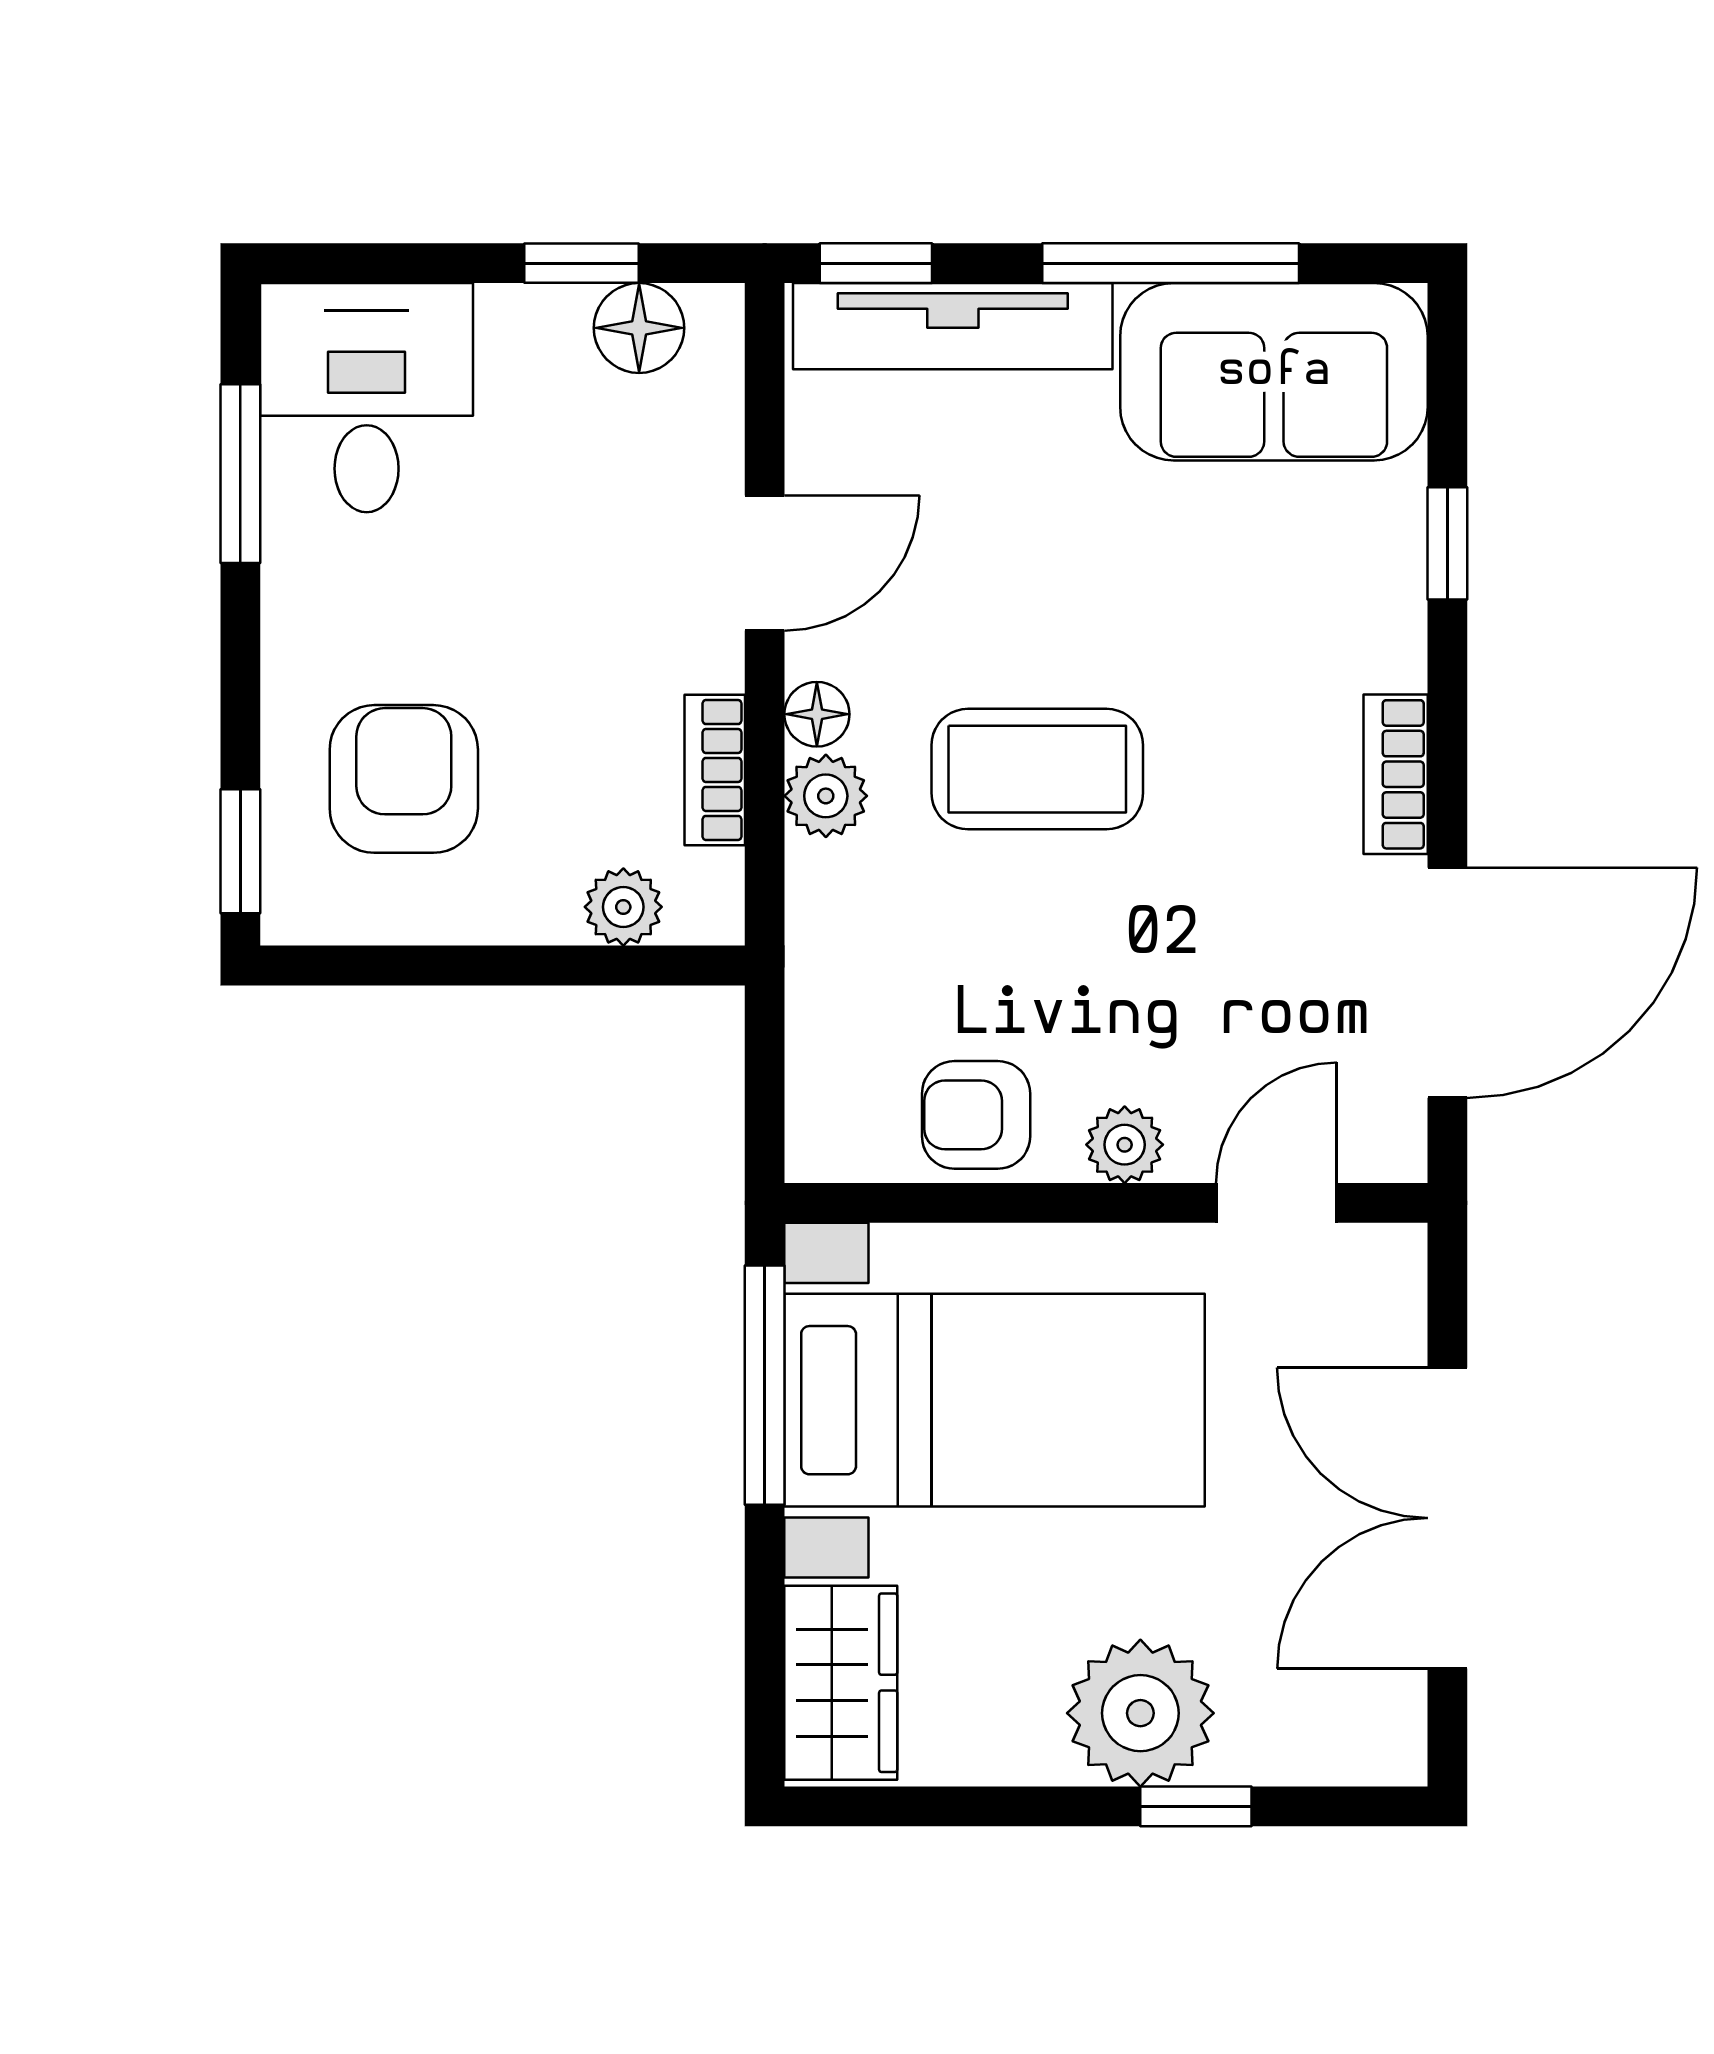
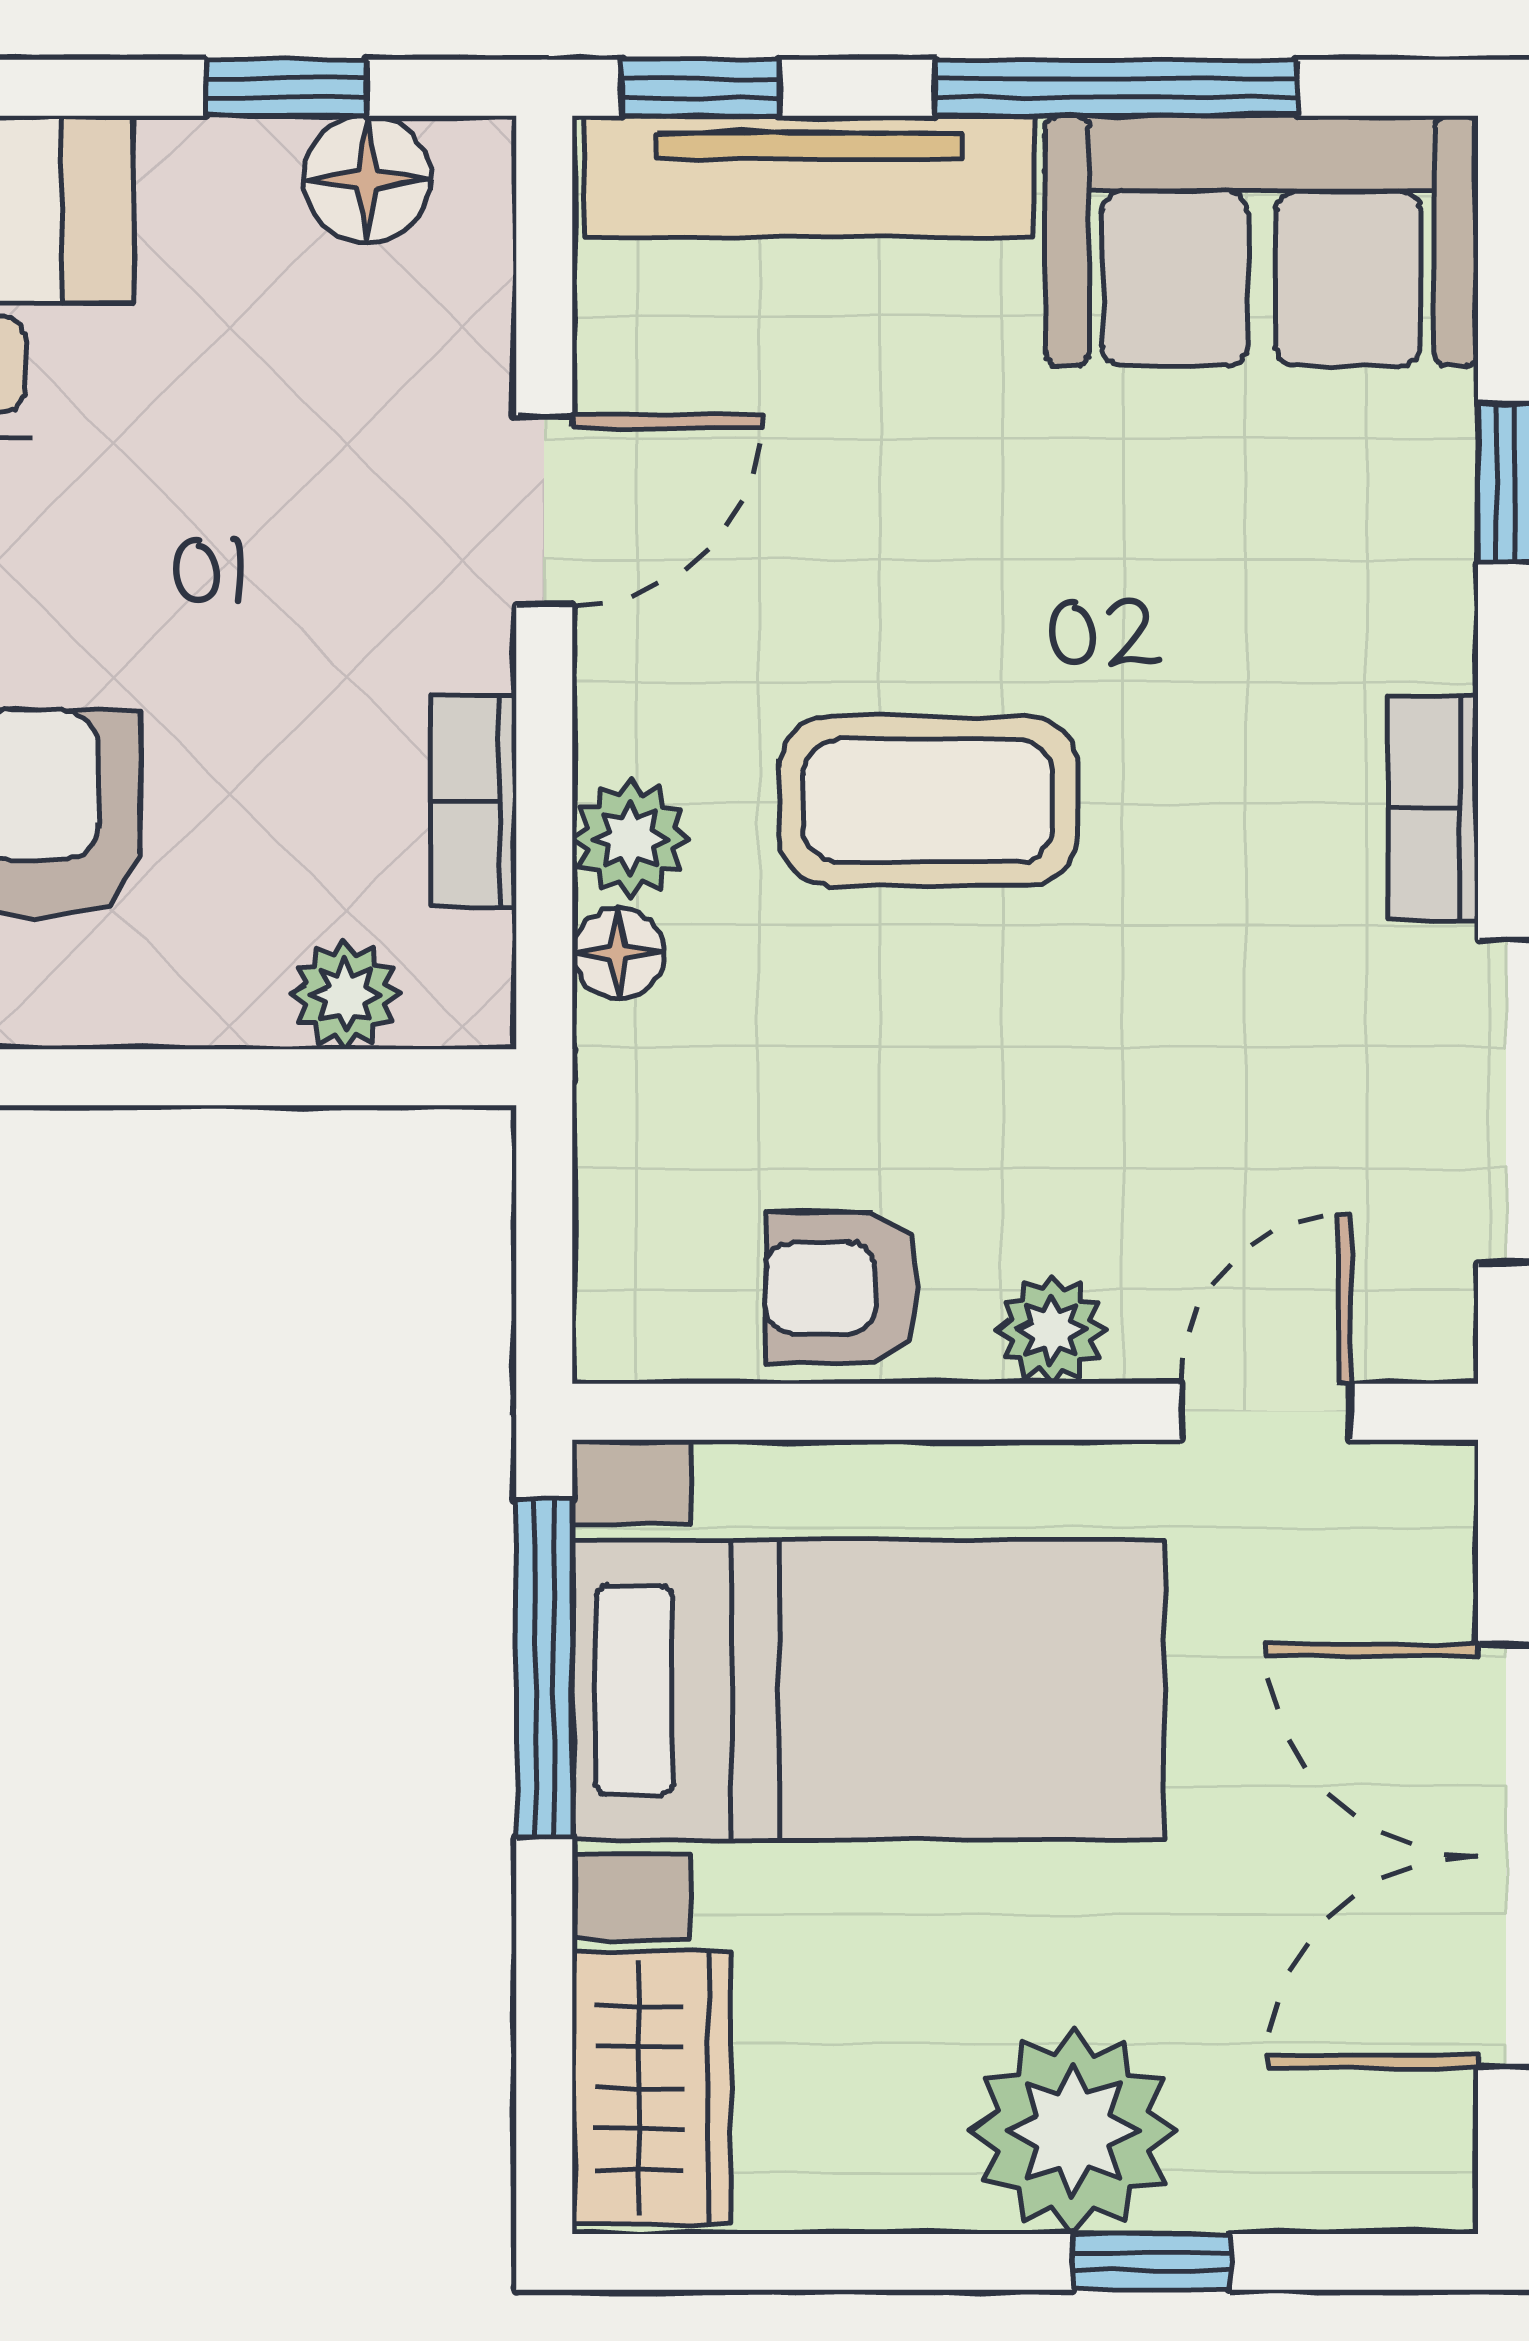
floor lamp: (817, 714) -> (618, 954), moved

